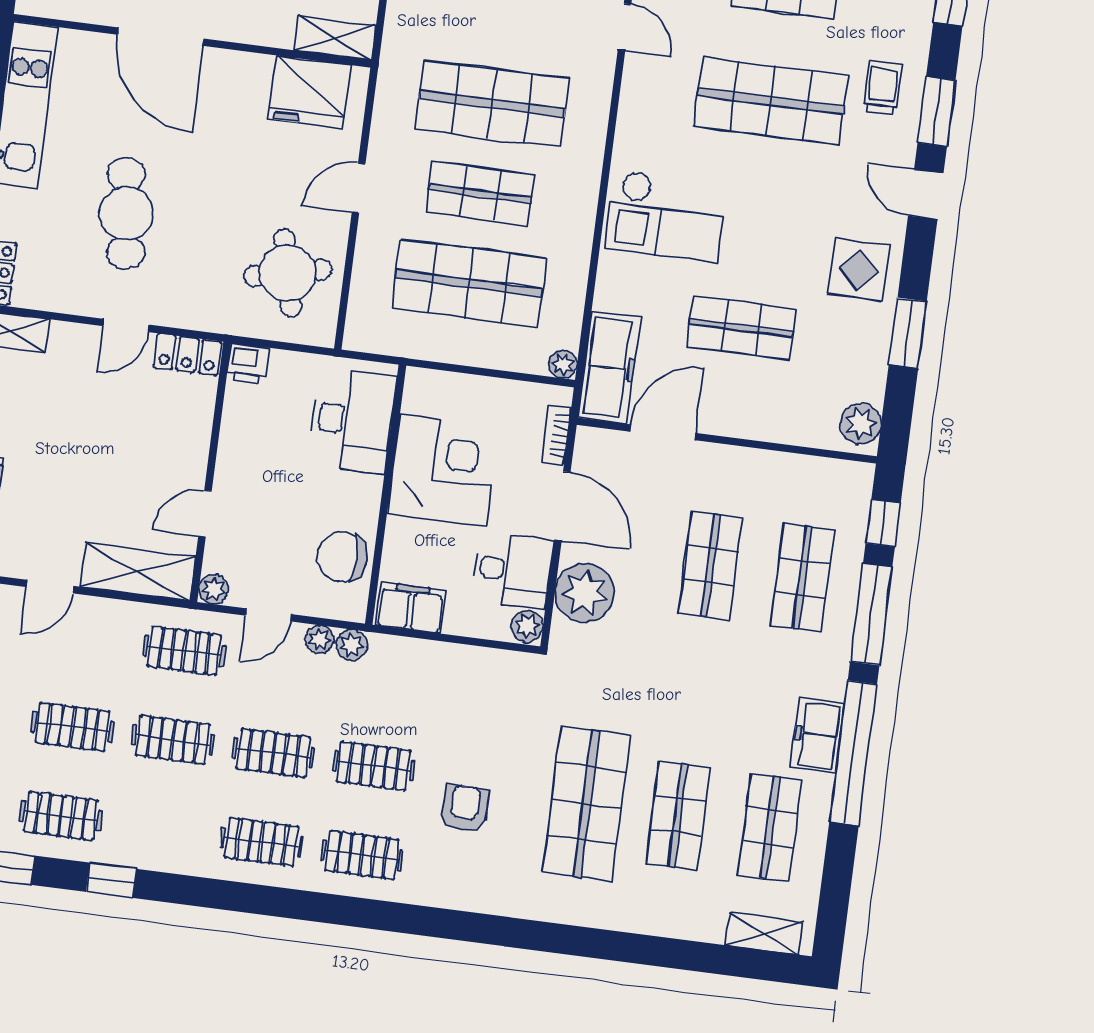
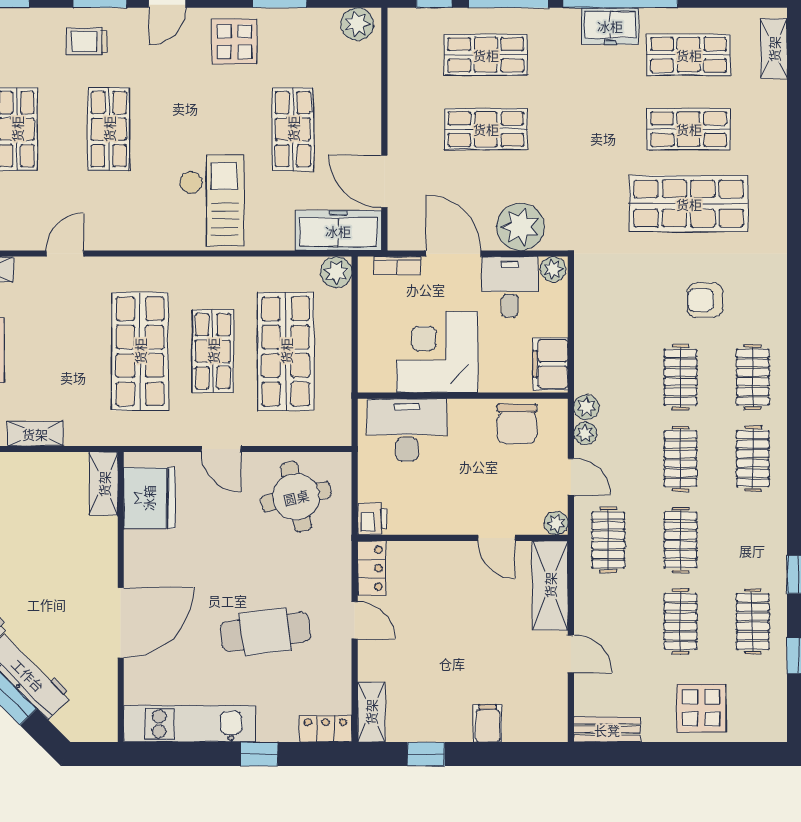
shop shelf: (771, 101) -> (109, 129), width x0.70, depth x0.74
plant: (563, 364) -> (336, 272), width x1.38, depth x1.38
door: (562, 506) -> (453, 254), hinge flipped

